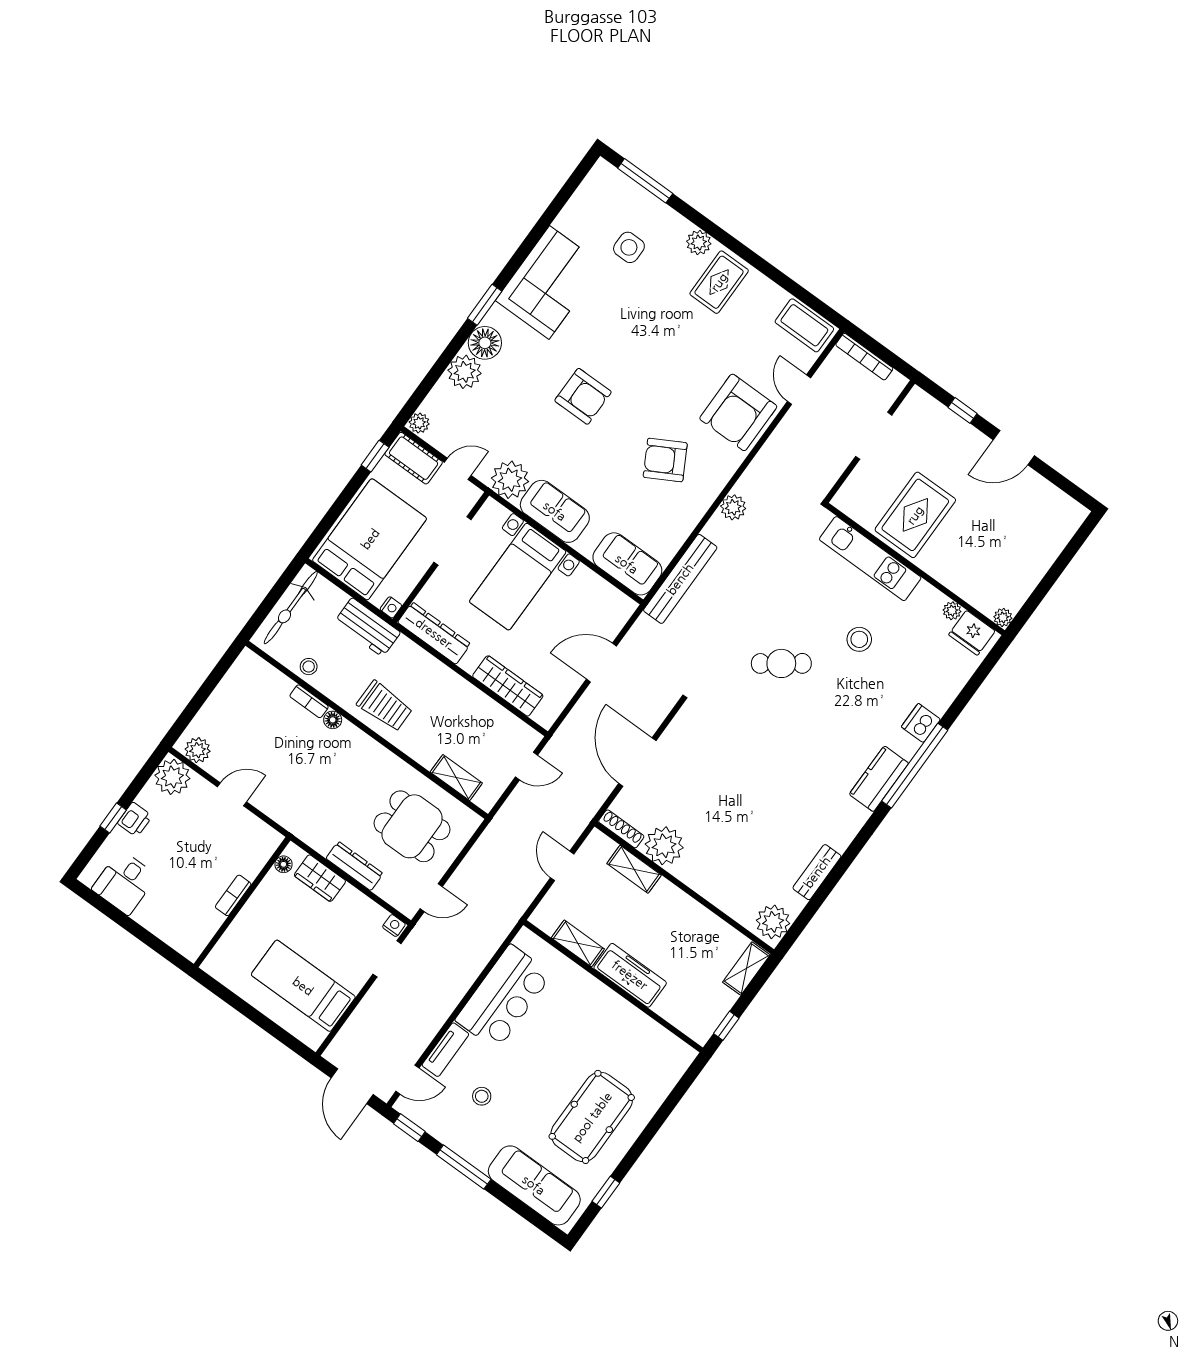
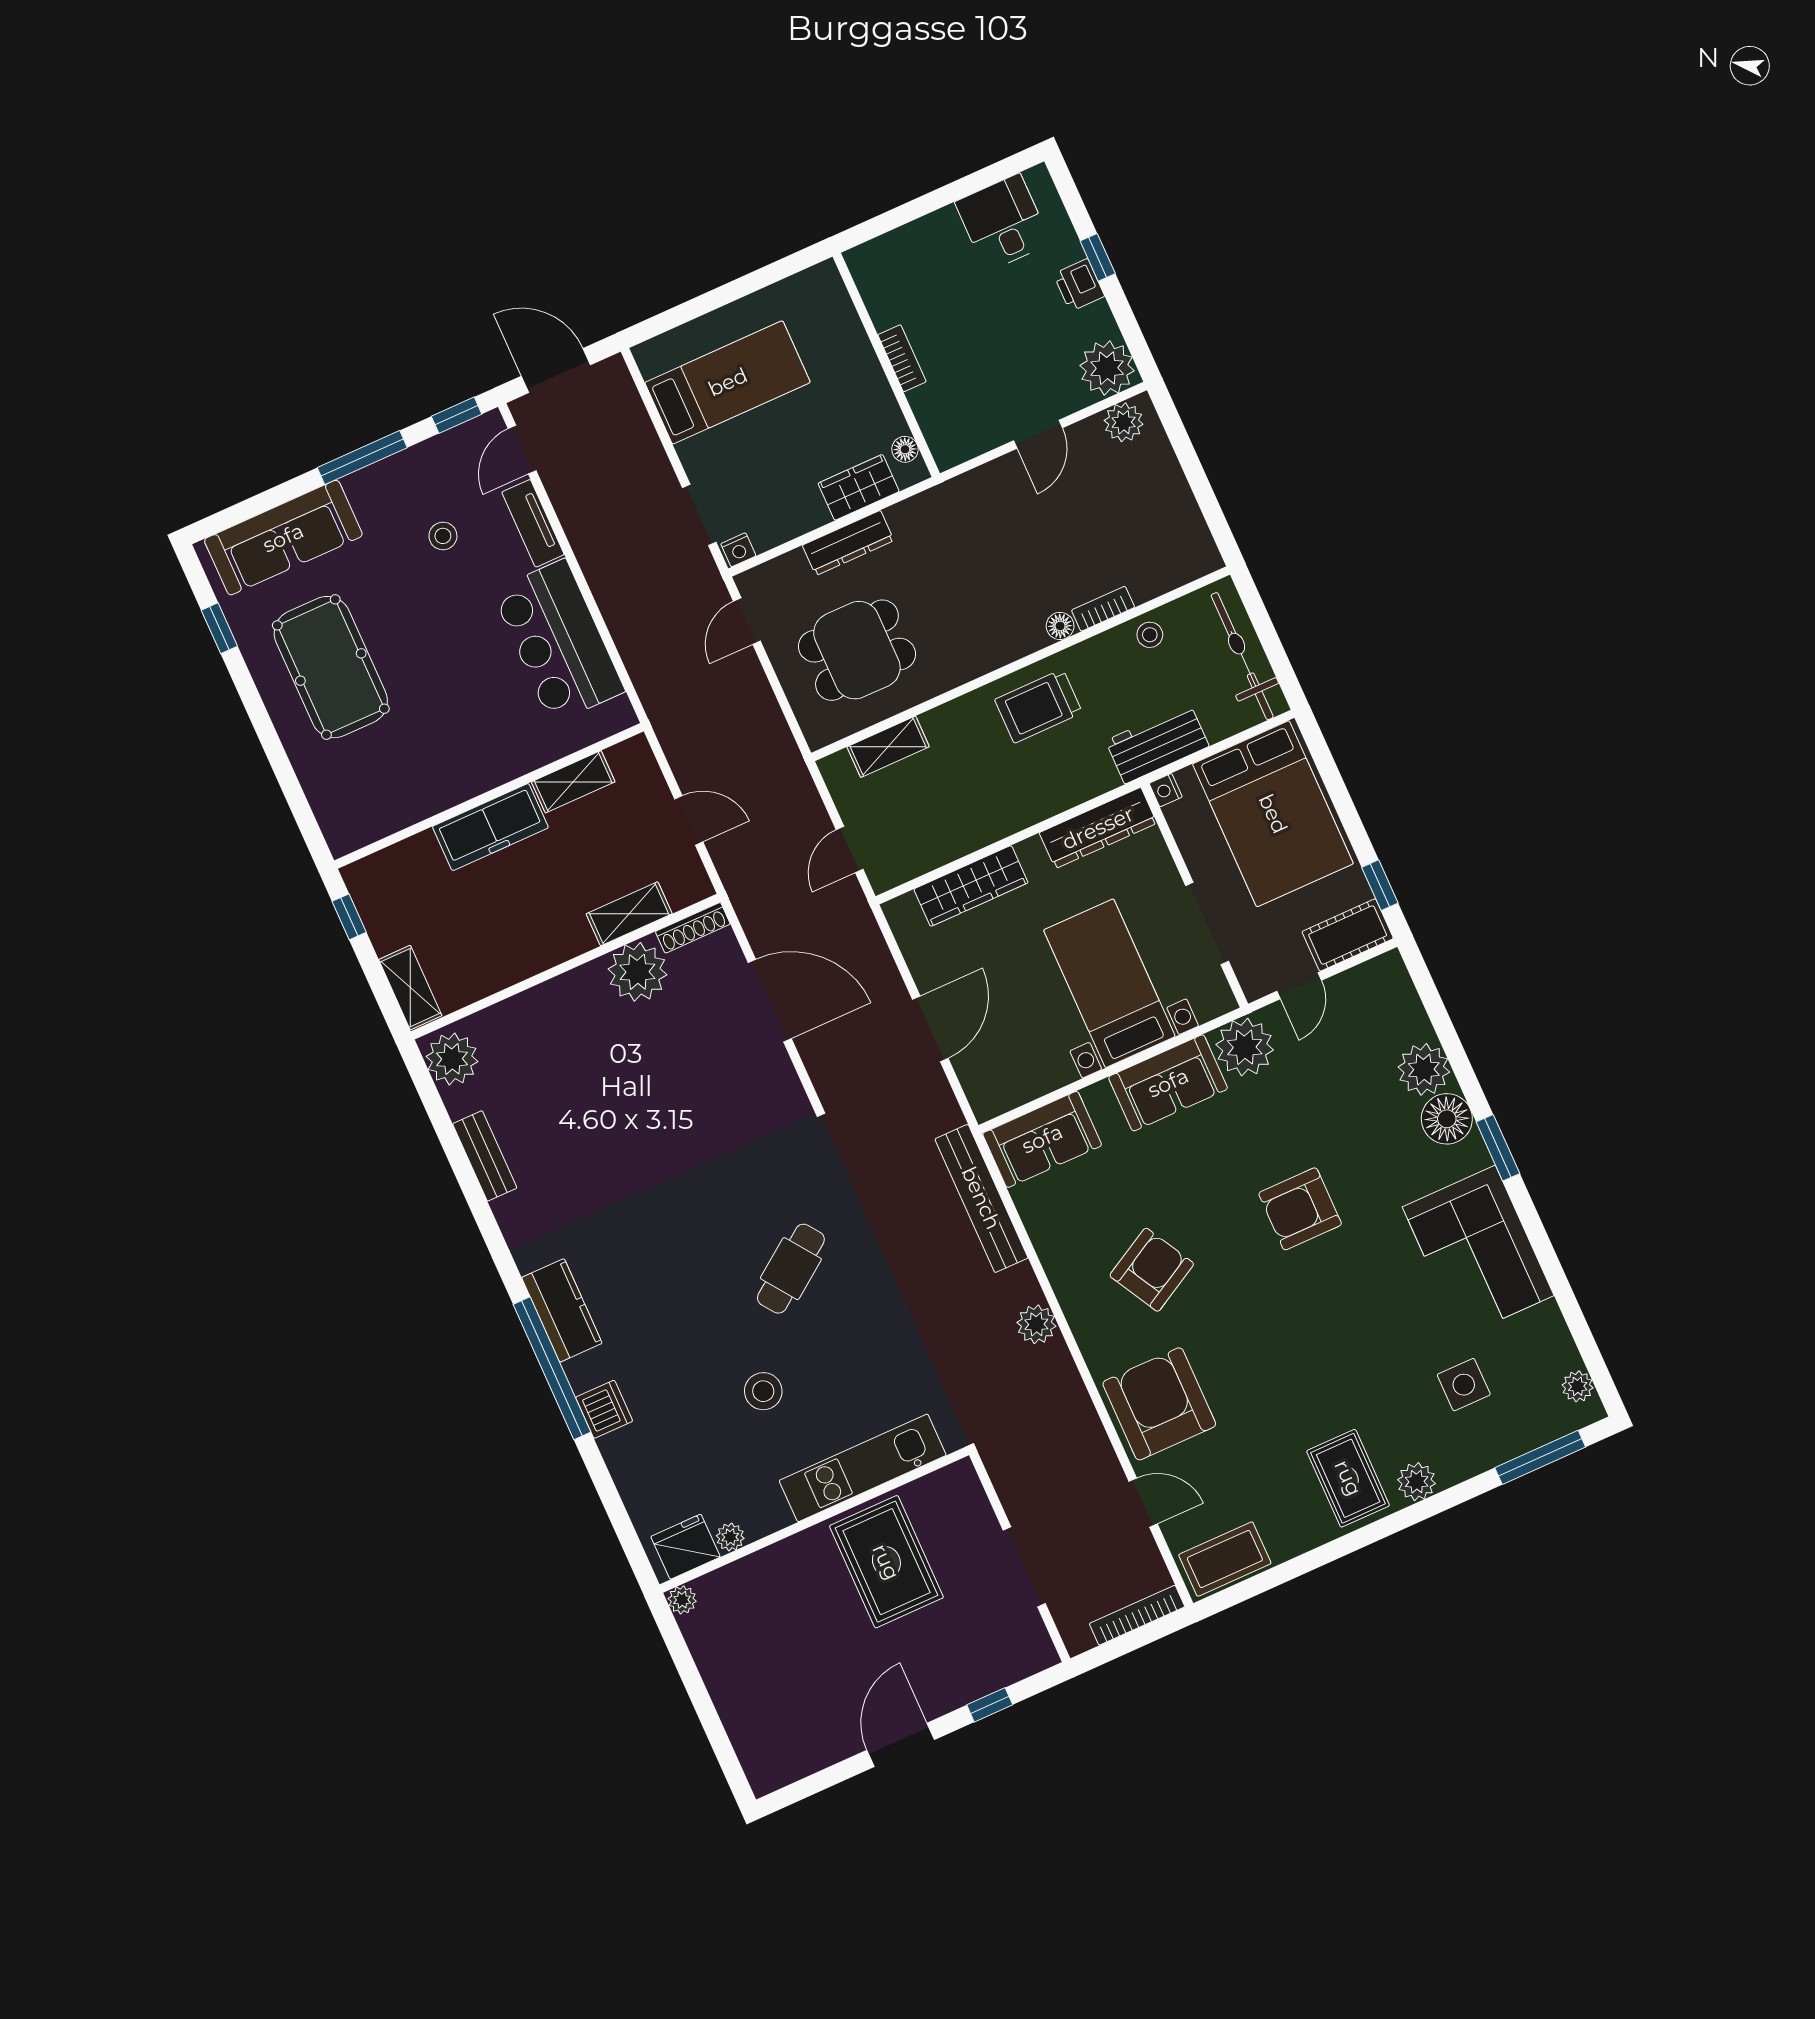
plant: (419, 423) -> (1578, 1386), moved

